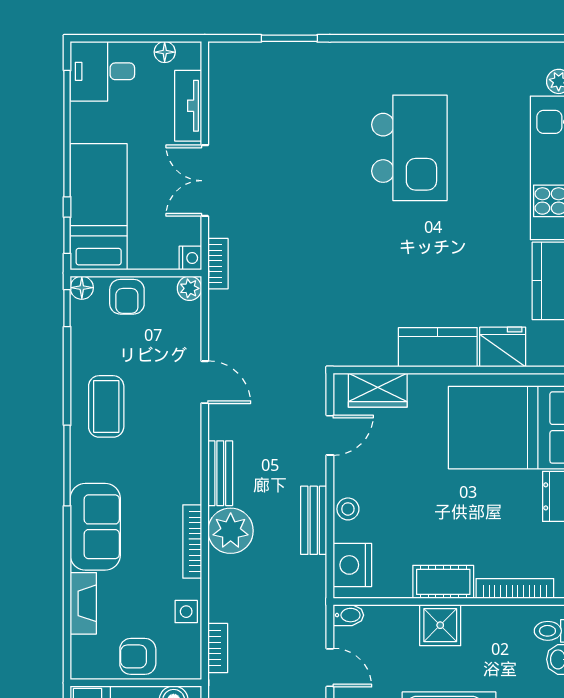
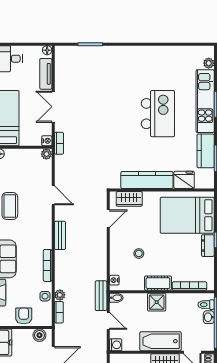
floor lamp: (165, 52) -> (47, 50), moved
kitchen island: (409, 148) -> (158, 114), moved
armchair: (127, 297) -> (19, 158), removed
kitchen counter: (438, 347) -> (147, 180), width x1.50
stool: (348, 509) -> (139, 253), moved
bench: (314, 520) -> (101, 296), moved
plant: (231, 531) -> (60, 295), moved, width x0.53, depth x0.53
nightstand: (352, 565) -> (114, 280), width x0.53, depth x0.56
armchair: (138, 656) -> (24, 316), turned 90

